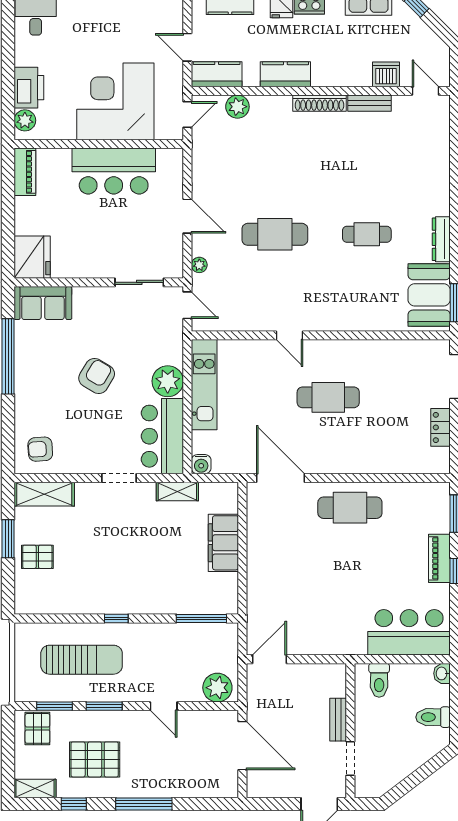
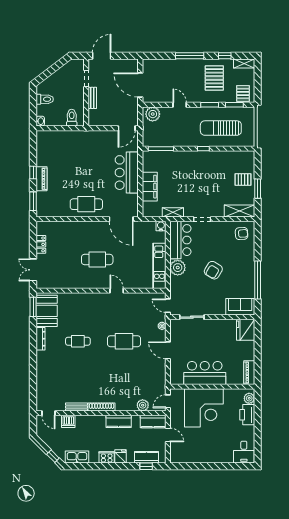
bar counter: (409, 632) -> (127, 173), moved, turned 90
pallet: (95, 759) -> (214, 78), turned 90

